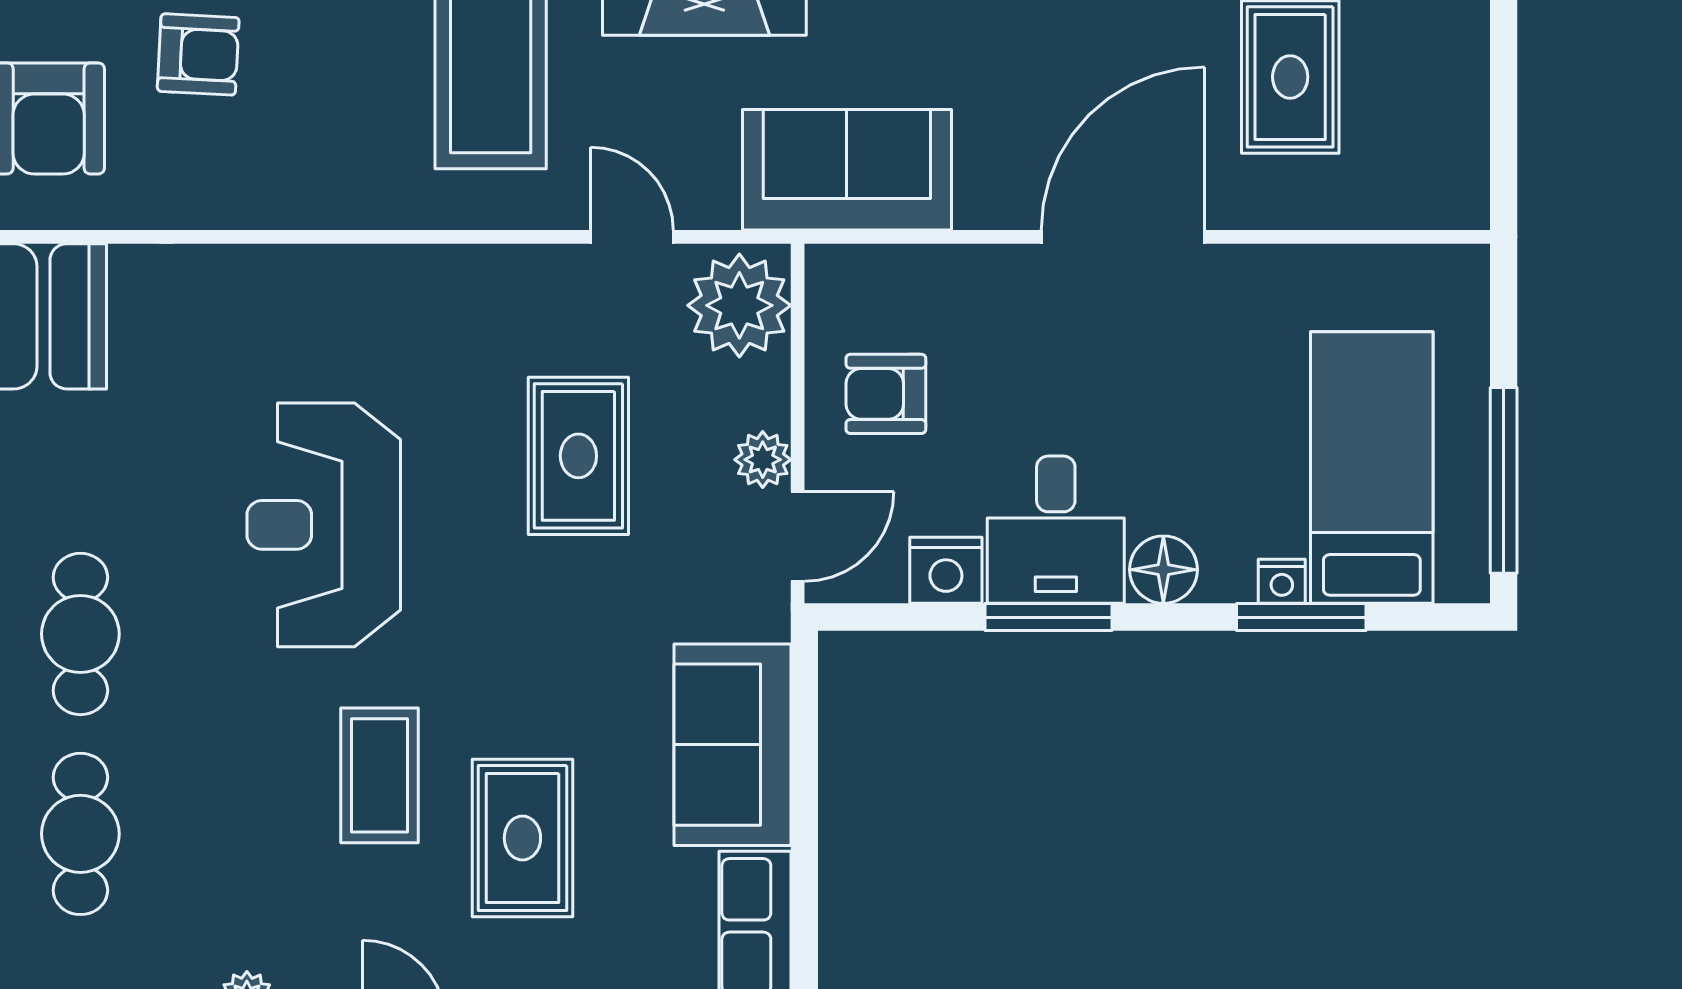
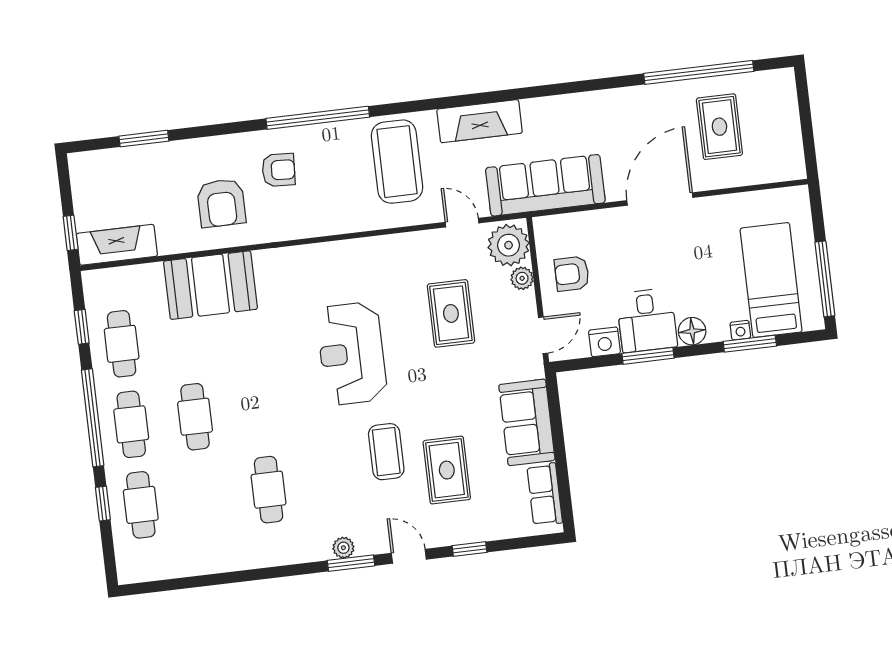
sofa: (847, 170) -> (545, 185), width x1.36
plant: (763, 460) -> (522, 278), moved
cafe table: (80, 634) -> (259, 409), removed

